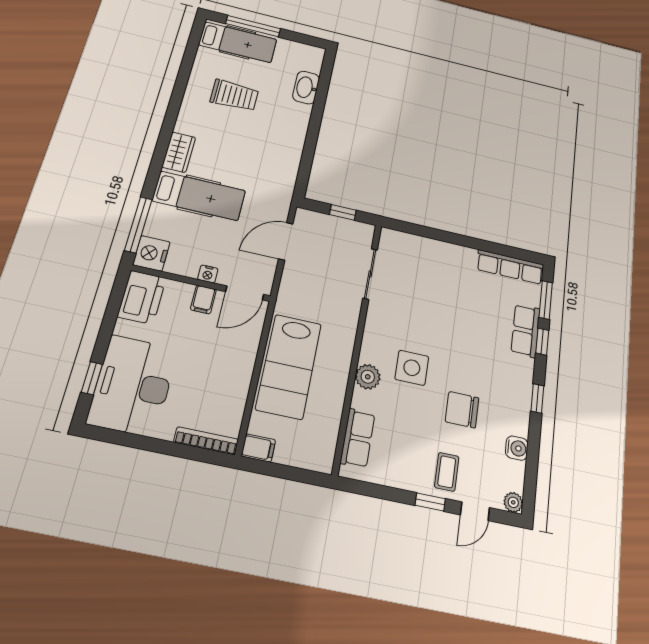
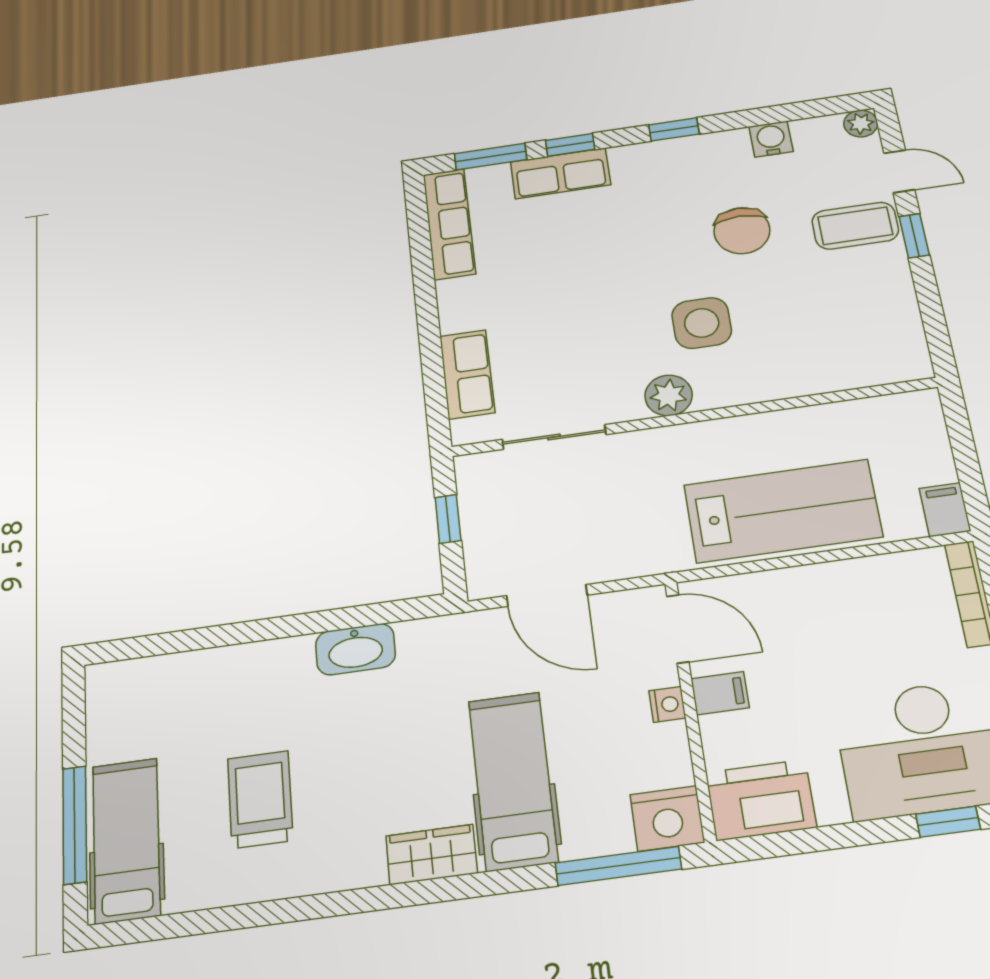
washbasin: (306, 88) -> (355, 649), moved
plant: (368, 377) -> (669, 395), moved
row of seats: (358, 438) -> (467, 374), moved, turned 90
coffee table: (447, 472) -> (855, 226), width x1.36, depth x1.30

